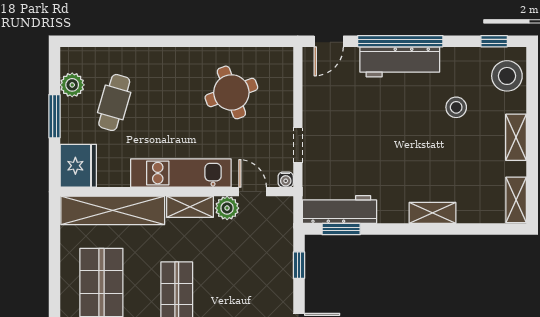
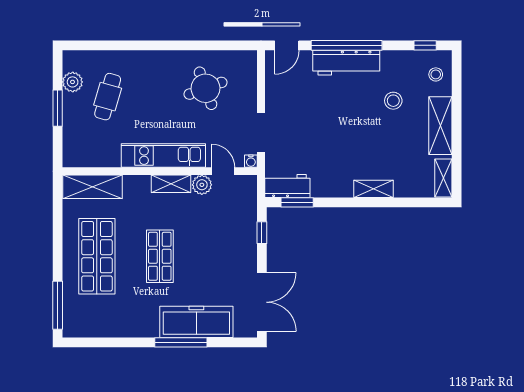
stool: (507, 76) -> (436, 74), width x0.53, depth x0.53
shelving: (516, 137) -> (440, 126), width x1.50, depth x1.33
doorway: (298, 145) -> (261, 132), width x1.38
fridge: (78, 166) -> (78, 149), removed
workbench: (339, 209) -> (287, 186), width x0.73
shelving: (113, 210) -> (93, 187), width x0.68

